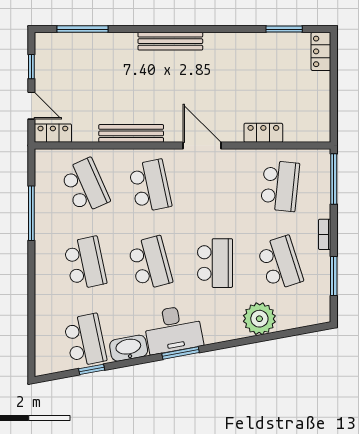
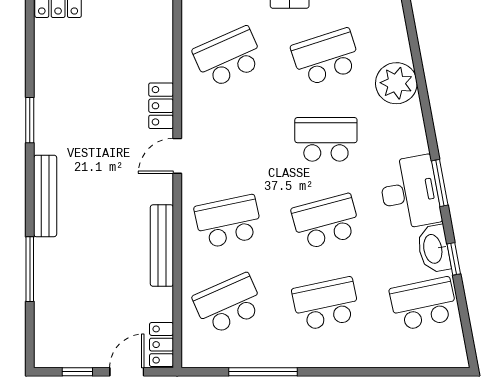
window: (83, 29) -> (30, 269), moved
window: (284, 29) -> (30, 120), moved
locker: (263, 133) -> (161, 106), moved
door: (202, 146) -> (177, 156), width x0.73
school desk: (280, 186) -> (228, 57), turned -30
window: (92, 369) -> (454, 259), moved

